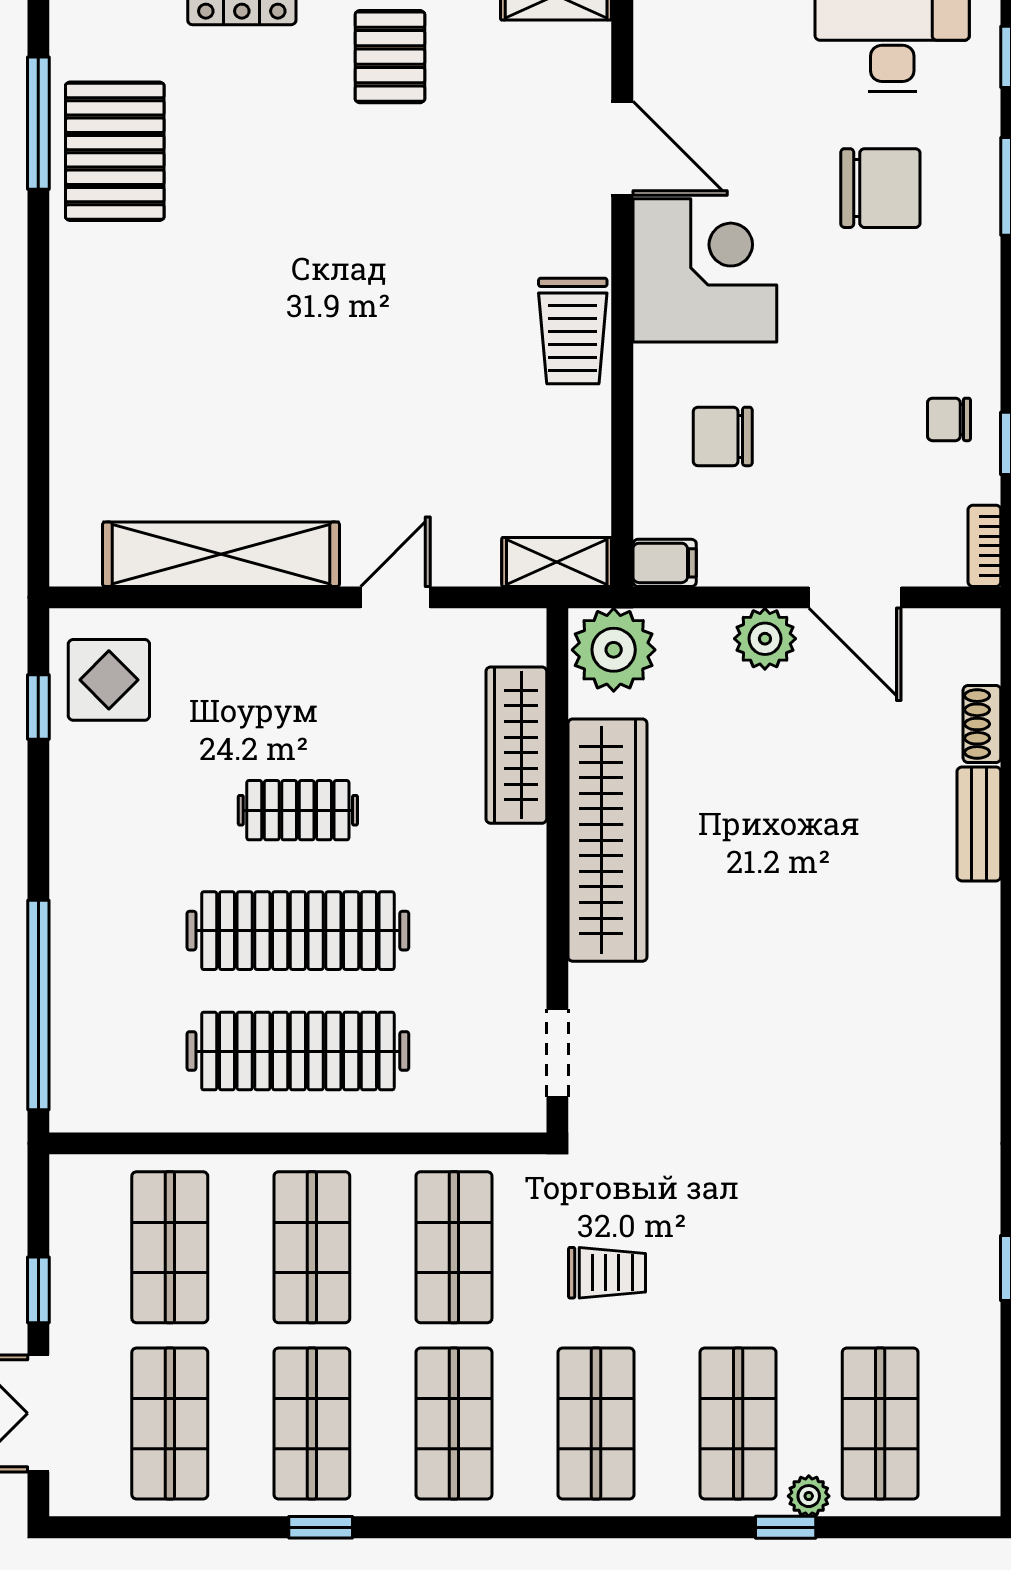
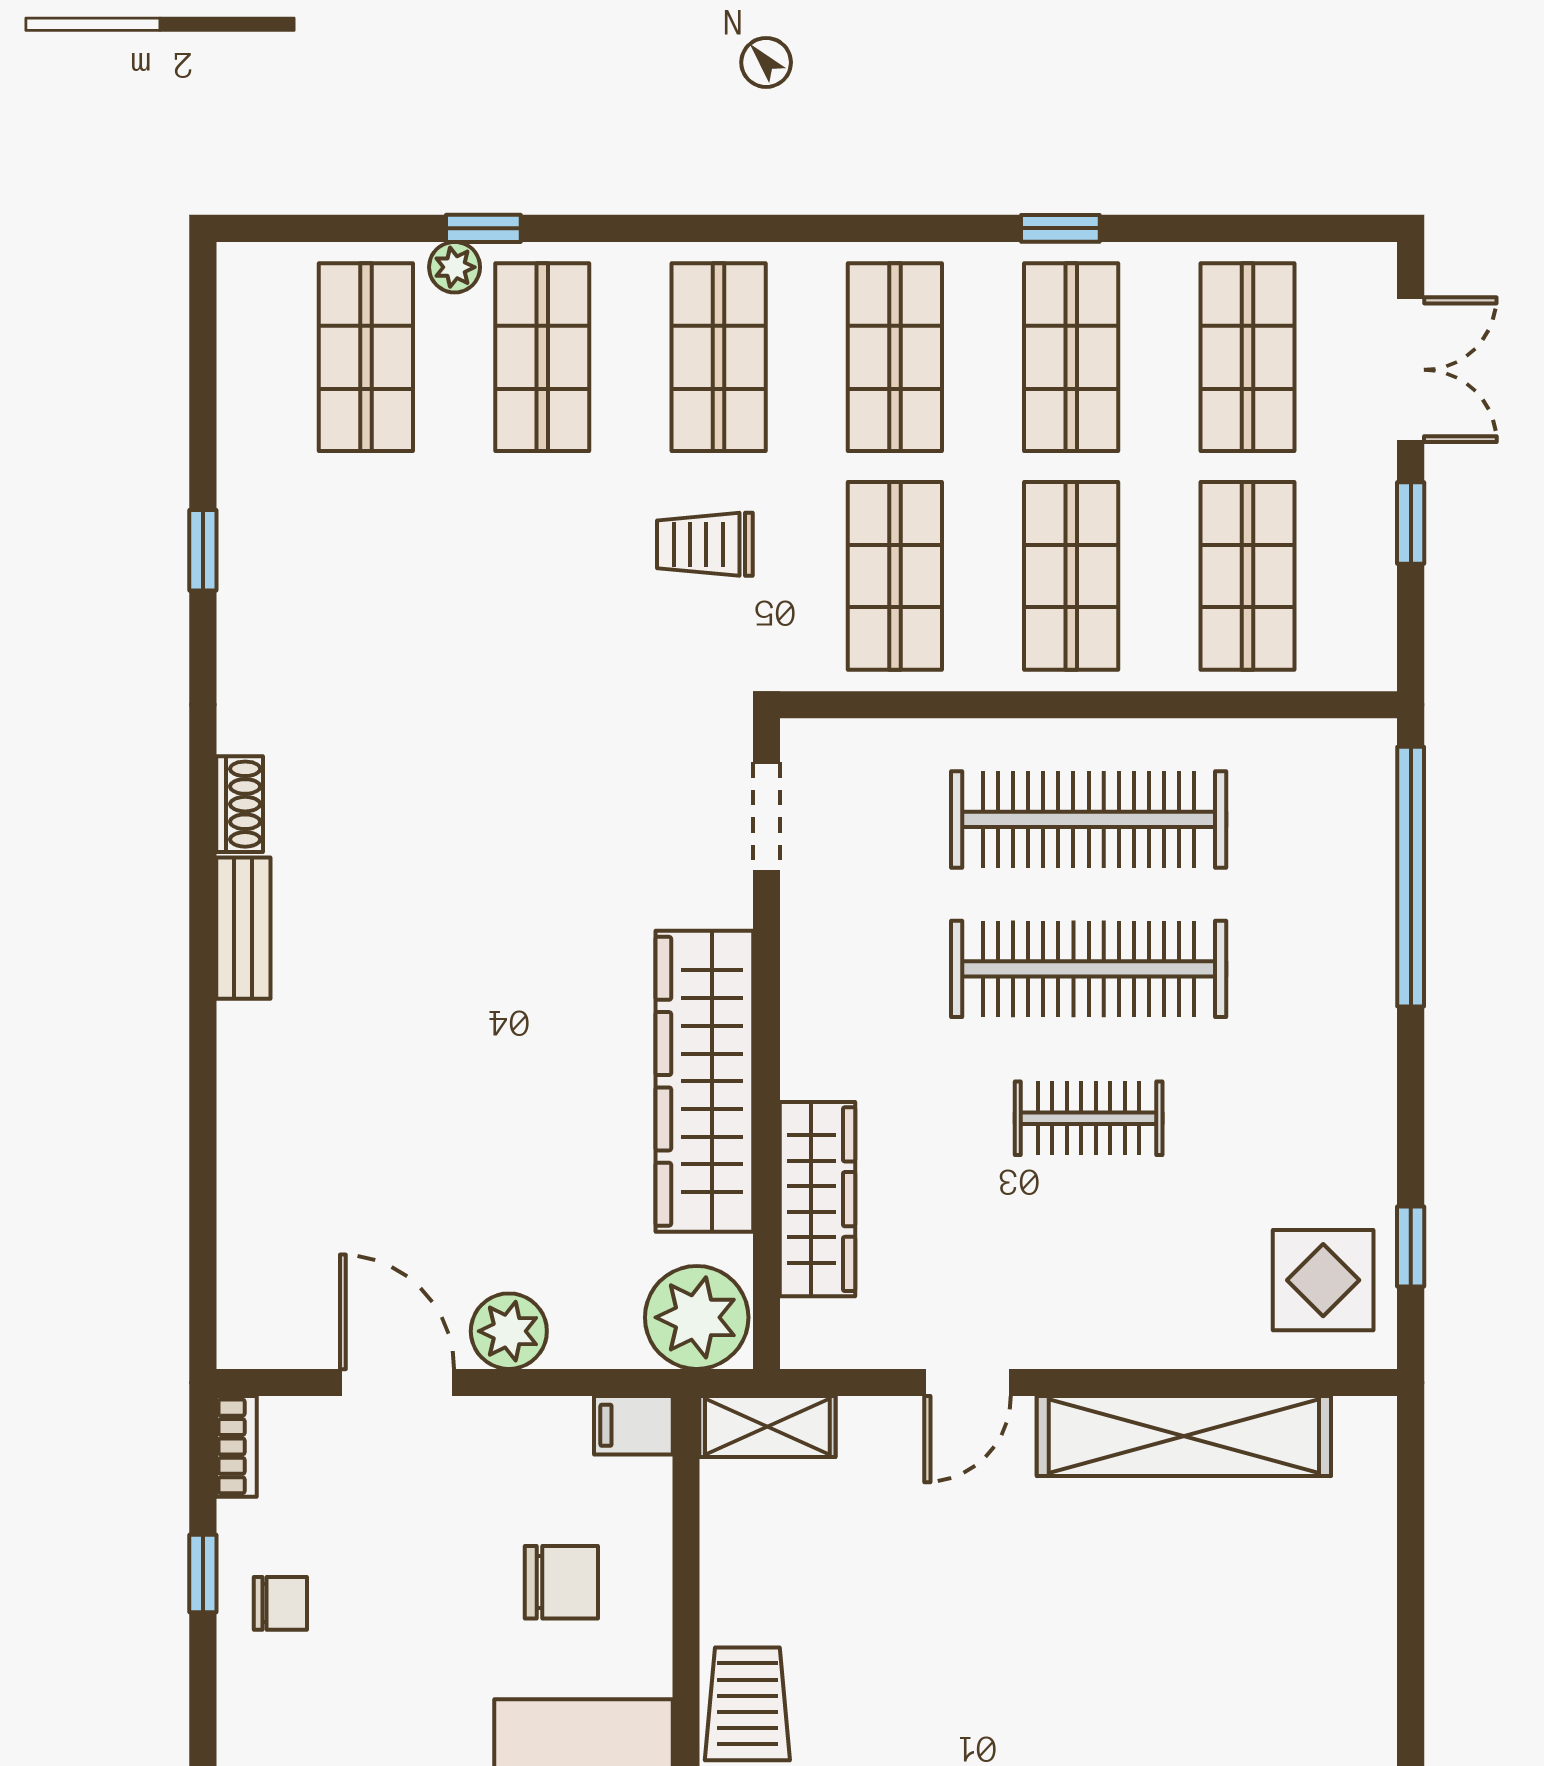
shoe rack: (982, 724) -> (240, 804), moved
bench: (979, 824) -> (243, 928), moved

